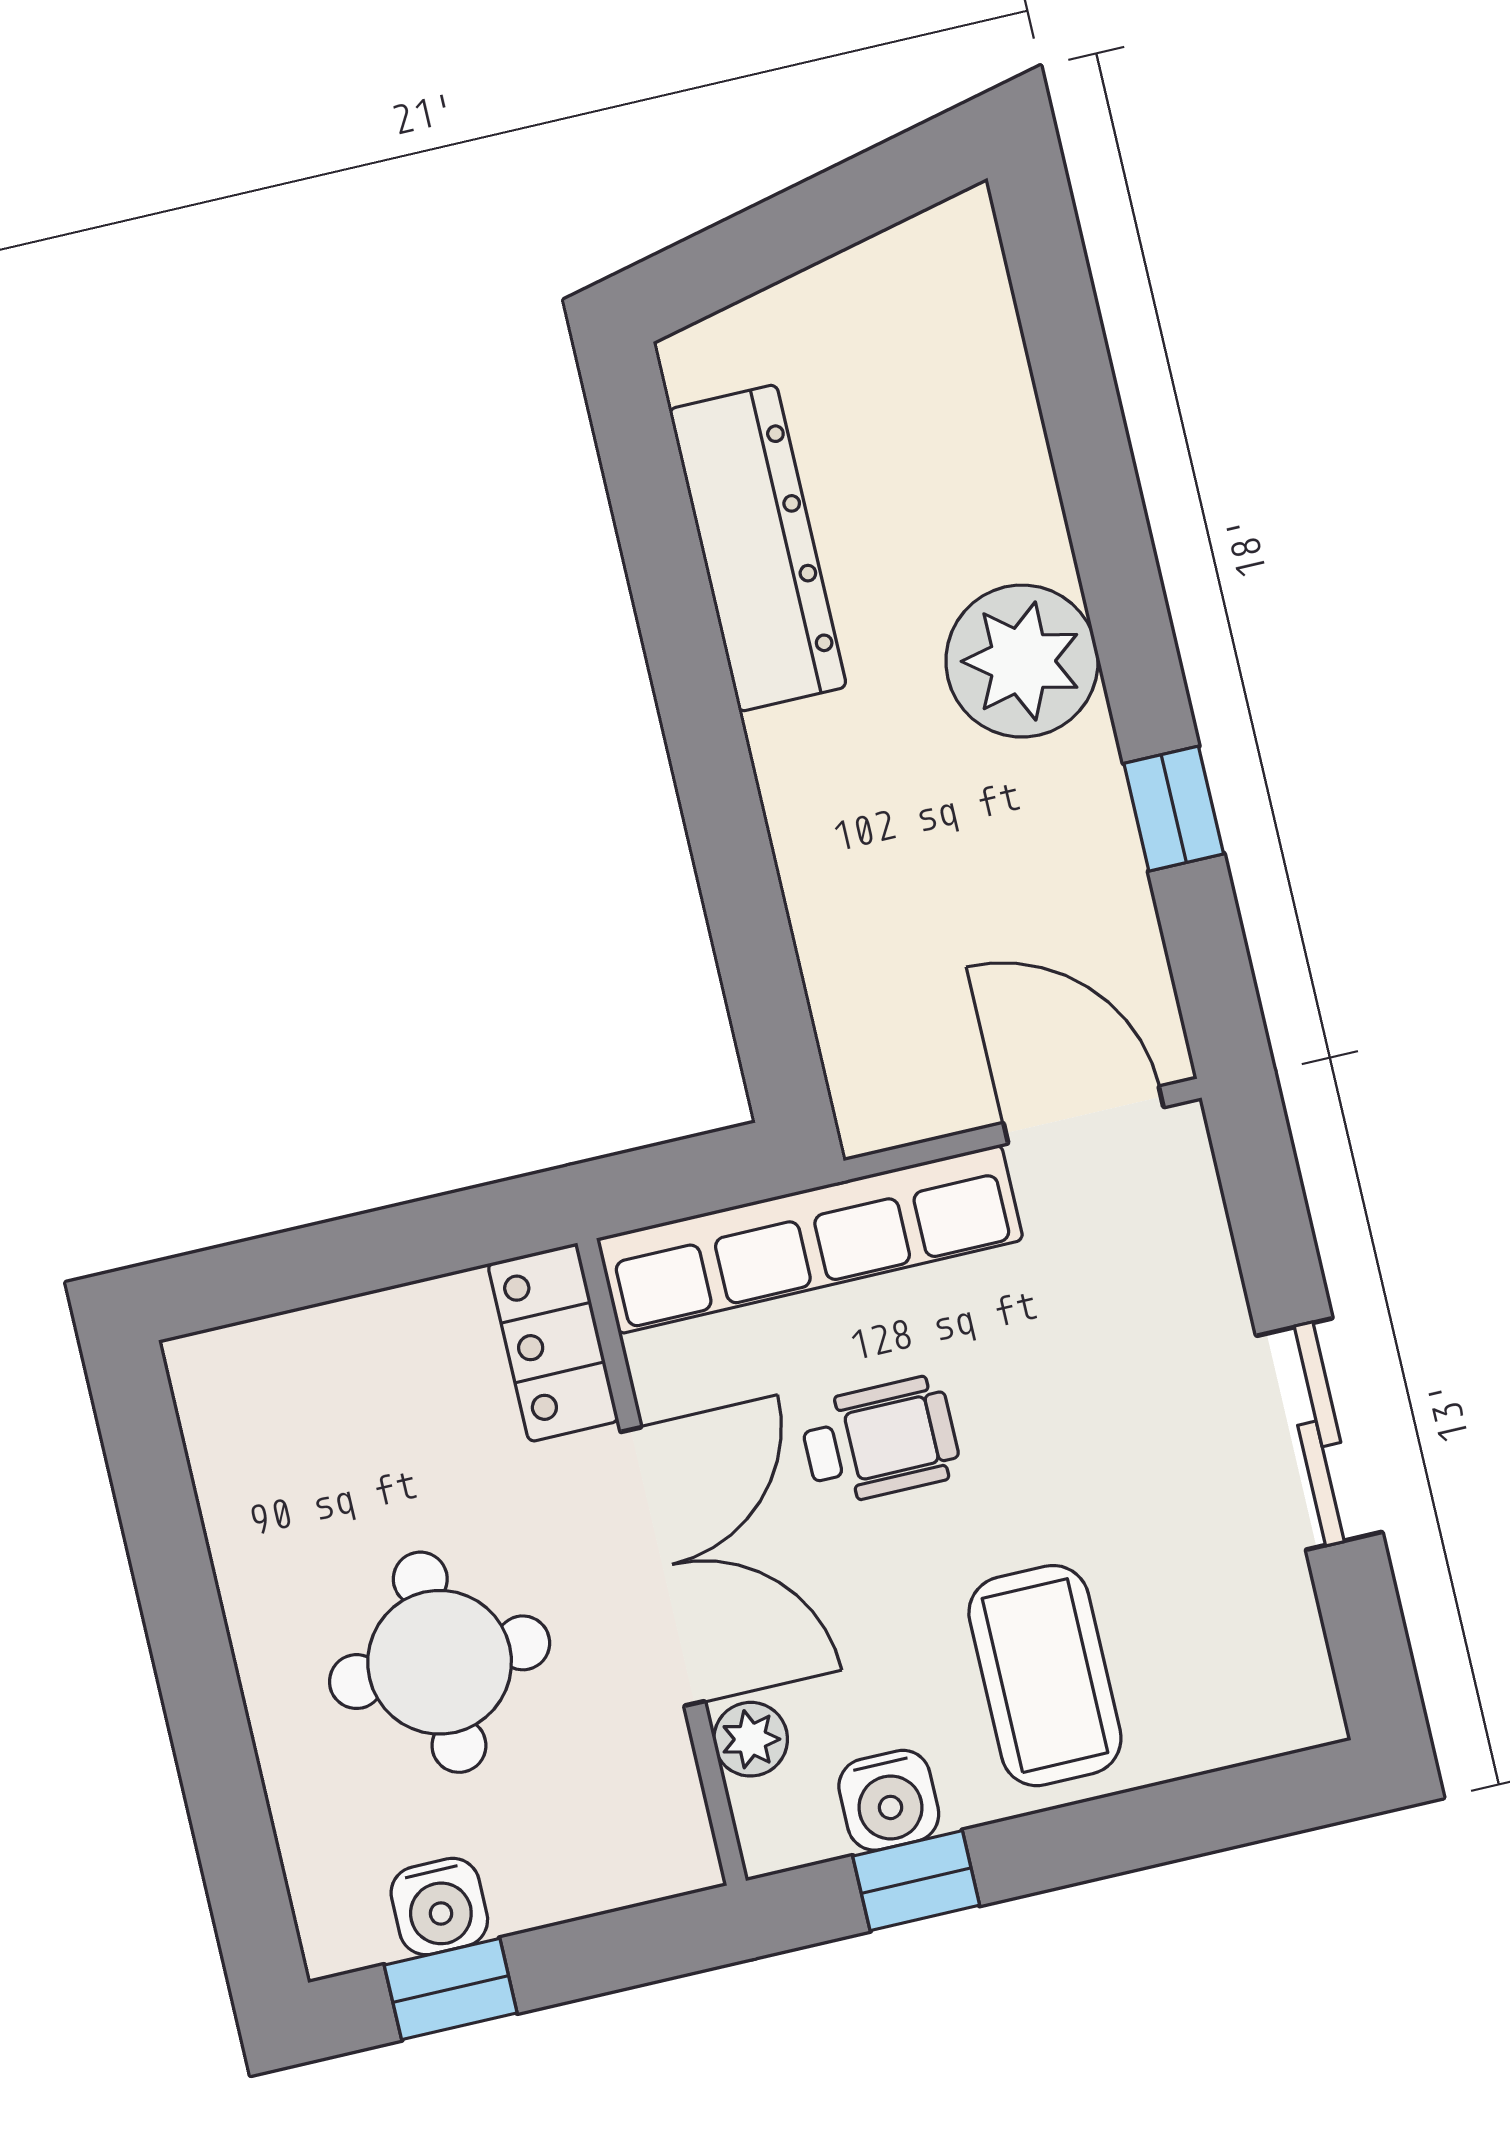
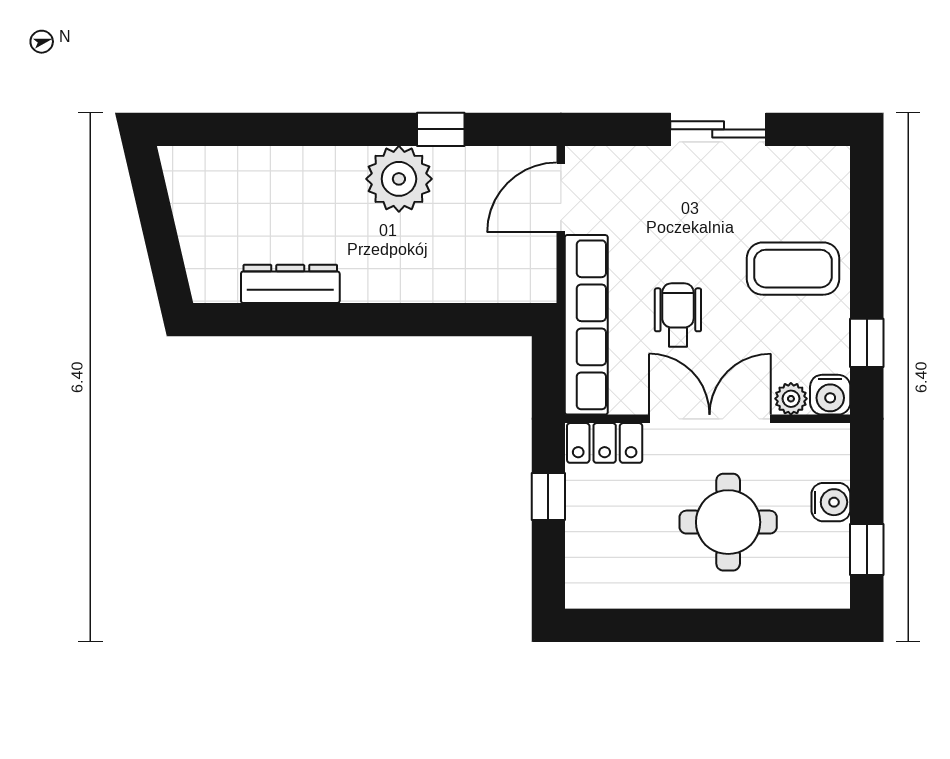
dresser: (758, 548) -> (290, 284), width x0.73, depth x0.80
plant: (1022, 661) -> (399, 179), moved
window: (403, 1244) -> (548, 496), added
water cooler: (889, 1800) -> (830, 395), moved, turned 90
water cooler: (439, 1906) -> (831, 502), moved

